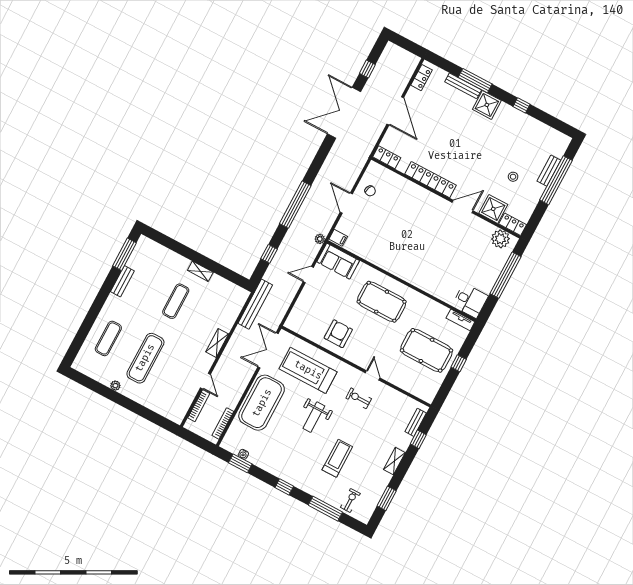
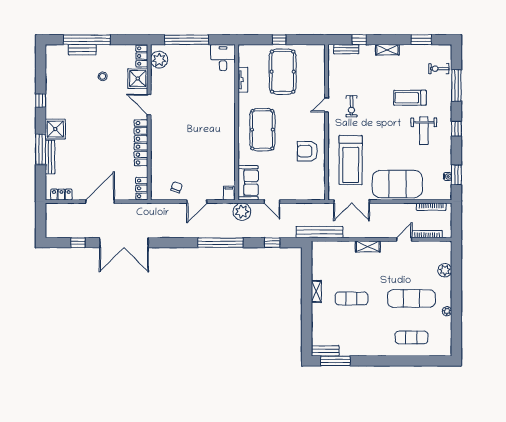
plant: (320, 239) -> (242, 212), width x1.88, depth x1.88
bench: (122, 281) -> (325, 351), moved
tv unit: (460, 320) -> (243, 80), moved
plant: (155, 404) -> (445, 270), added
weight bench: (314, 417) -> (424, 131), moved, turned 90

